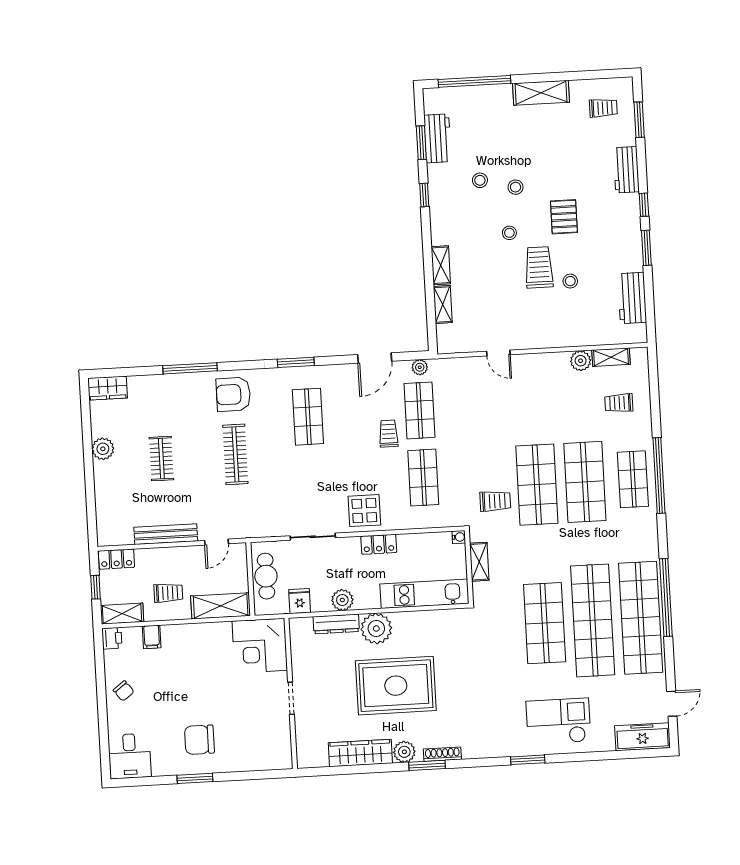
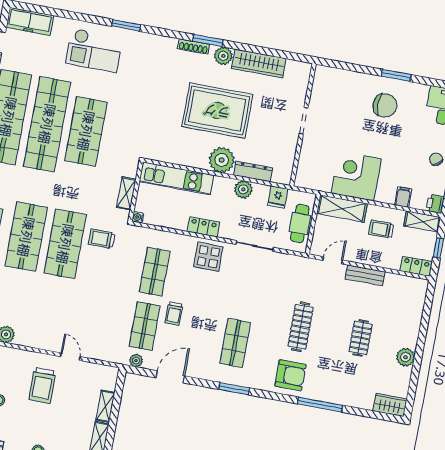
trolley: (539, 267) -> (42, 385), moved
bench: (166, 534) -> (365, 275), width x0.73
corner desk: (260, 646) -> (356, 176), moved, turned -90

